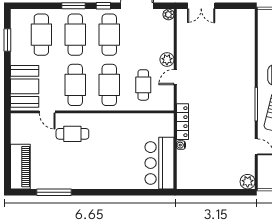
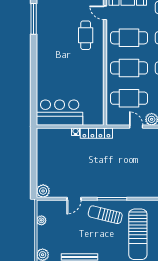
cafe table: (143, 85) -> (129, 98), width x1.37, depth x1.35
door: (47, 112) -> (105, 13), hinge flipped

